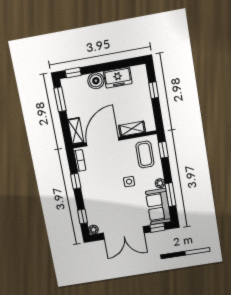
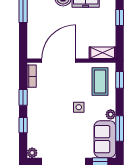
shelving: (132, 129) -> (103, 53), moved
shelving: (76, 131) -> (33, 45), removed
window: (82, 216) -> (23, 125), moved

